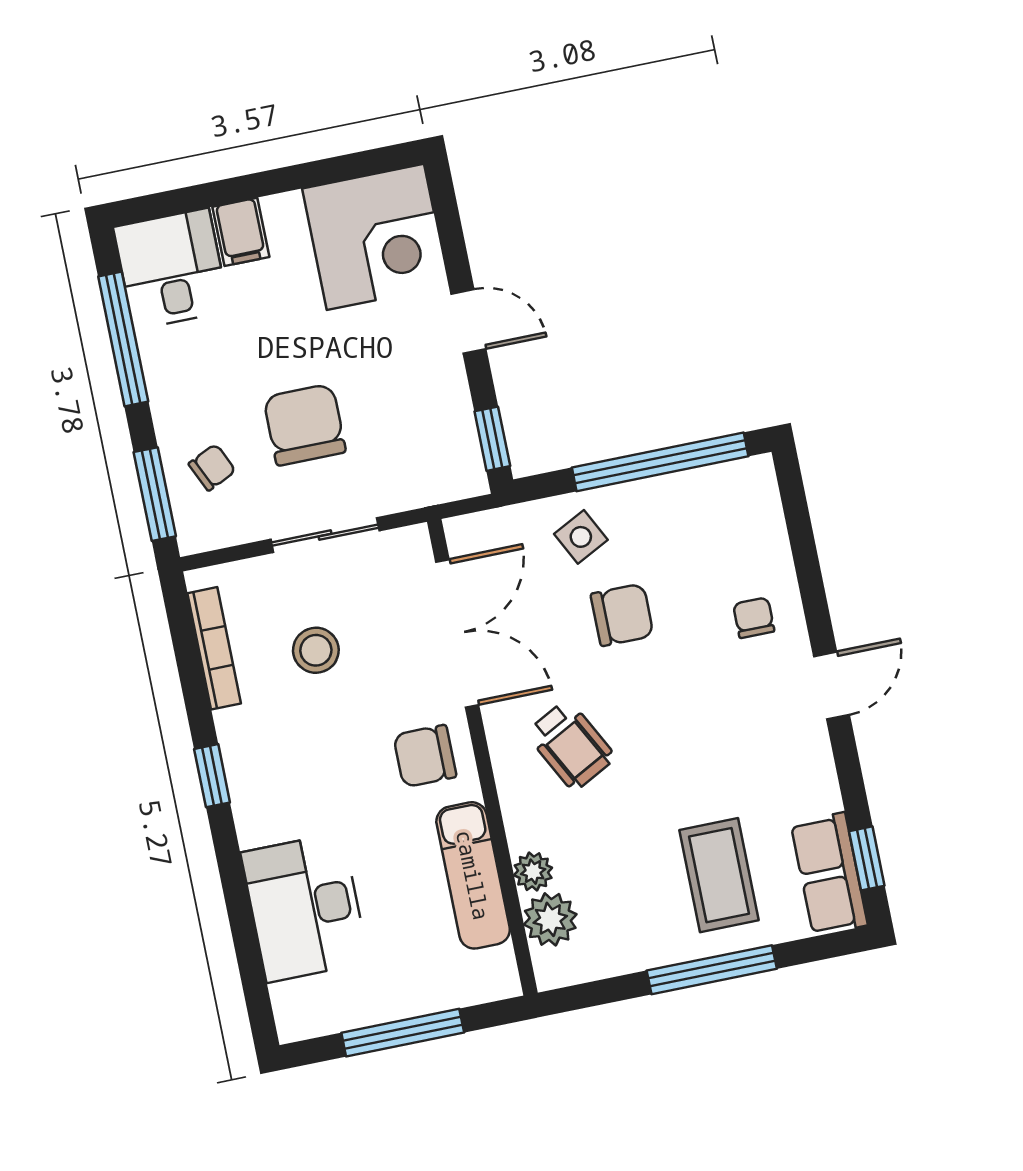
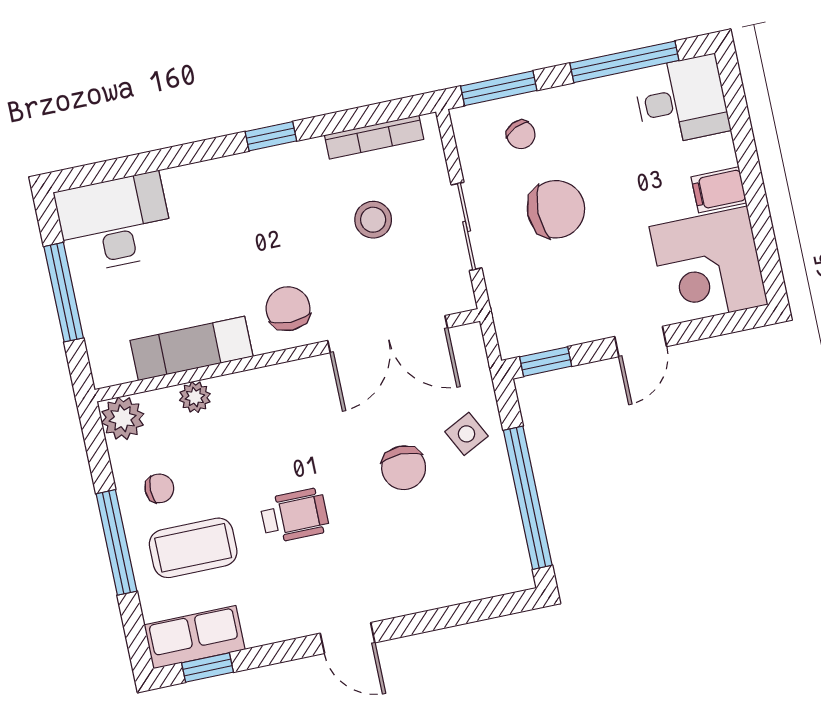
filing cabinet: (241, 232) -> (719, 190), moved
chair: (754, 618) -> (159, 488), moved
wheelchair: (571, 745) -> (295, 516), moved, turned -152
desk: (305, 907) -> (114, 223), moved
plant: (550, 919) -> (123, 418), moved

